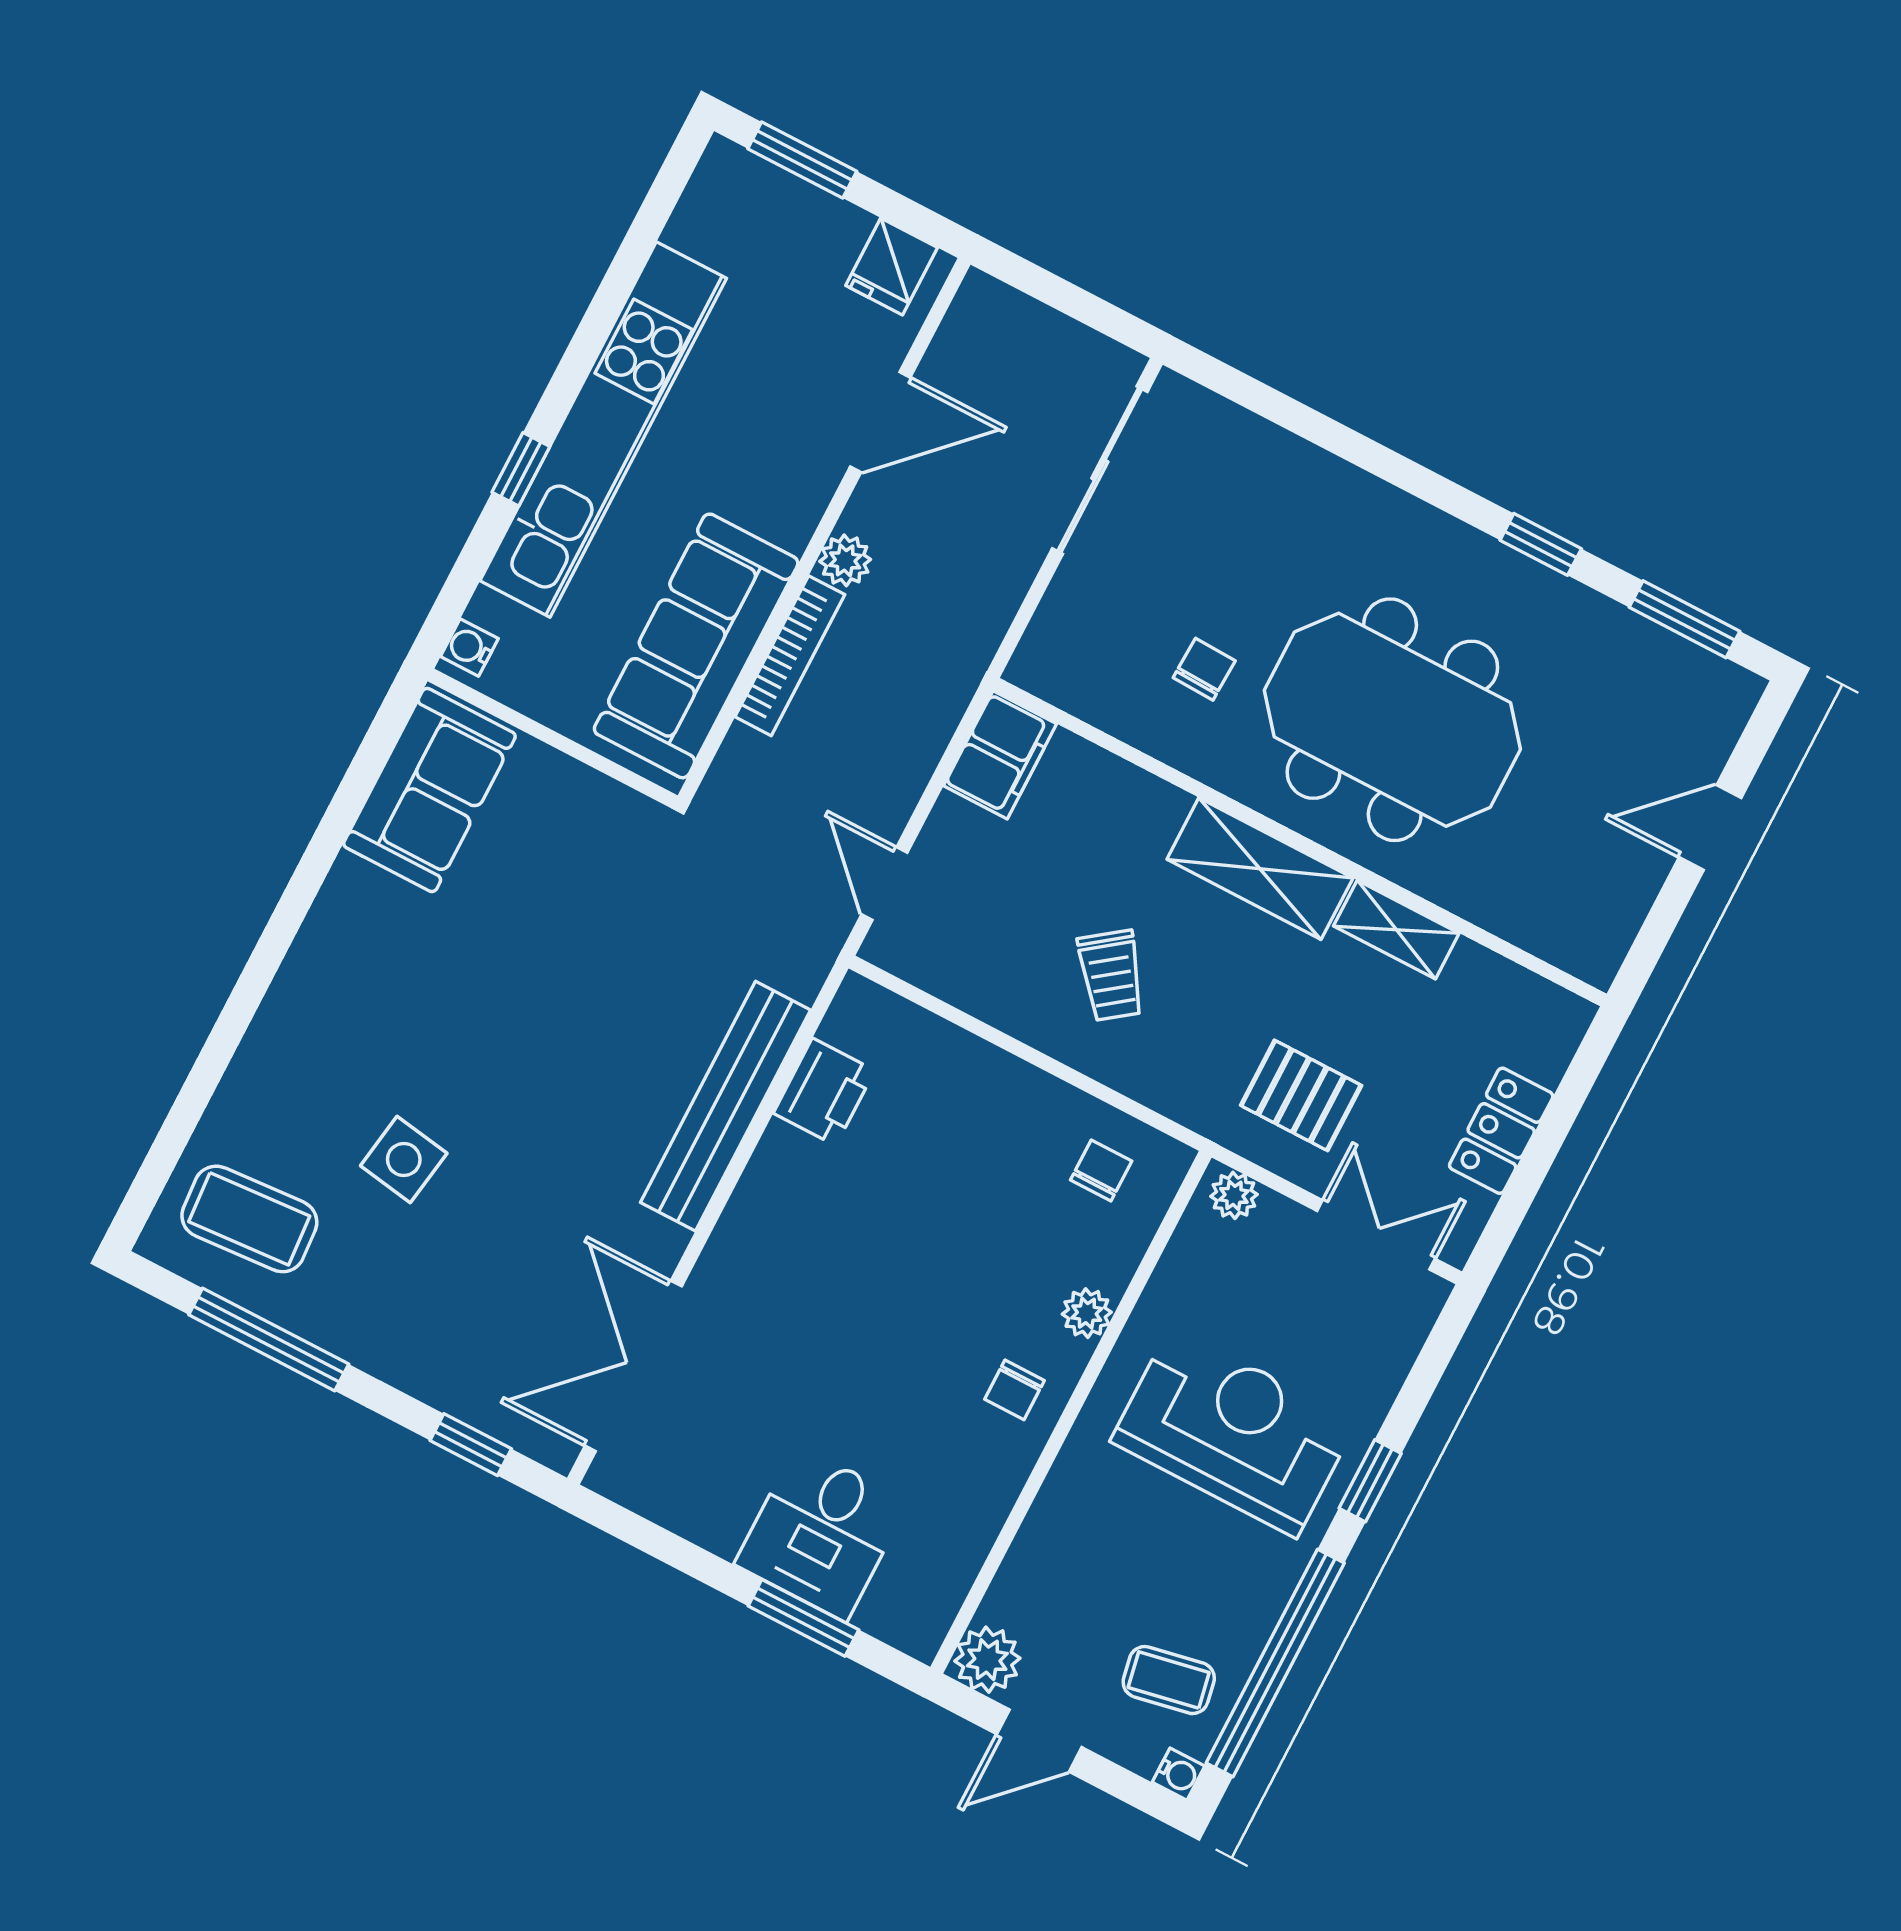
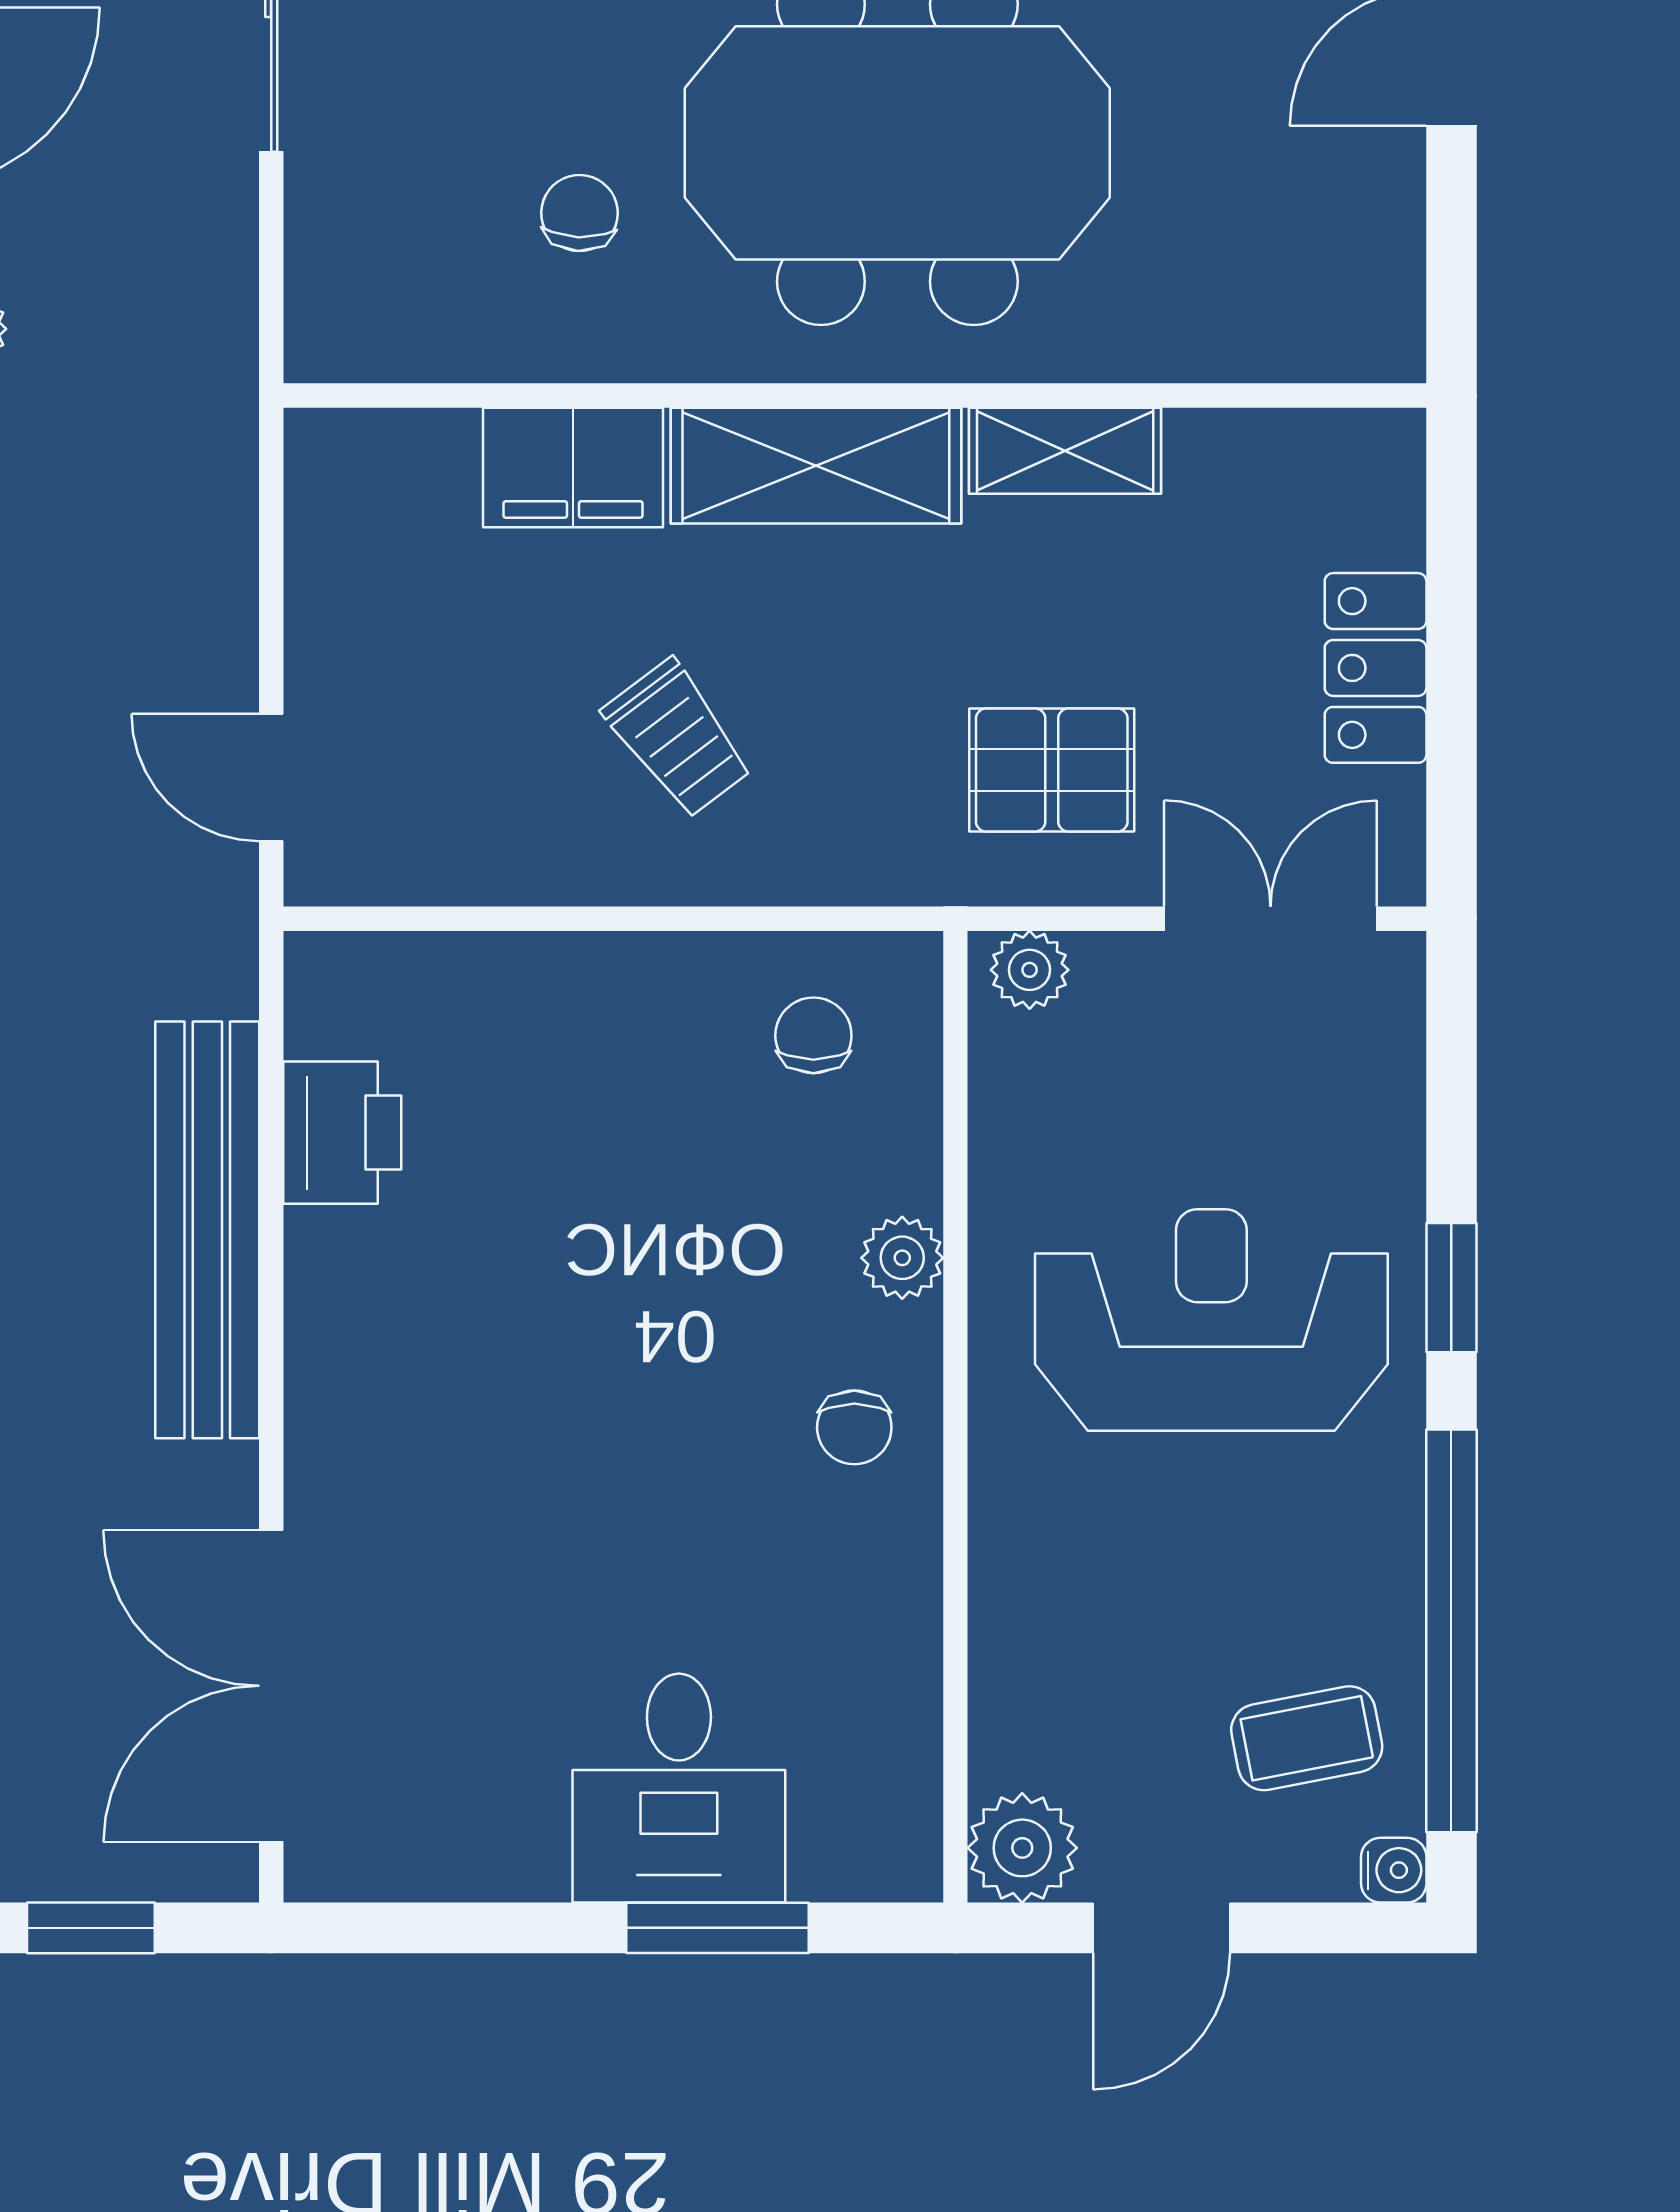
filing cabinet: (1000, 755) -> (573, 468), moved, turned 90

